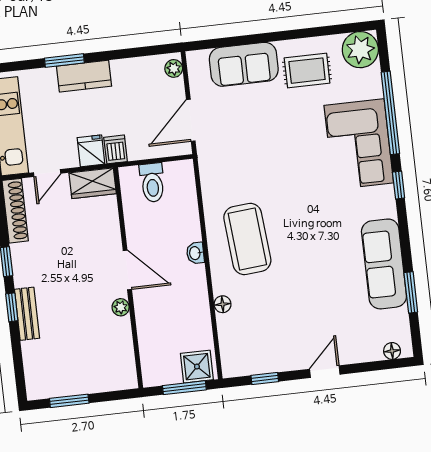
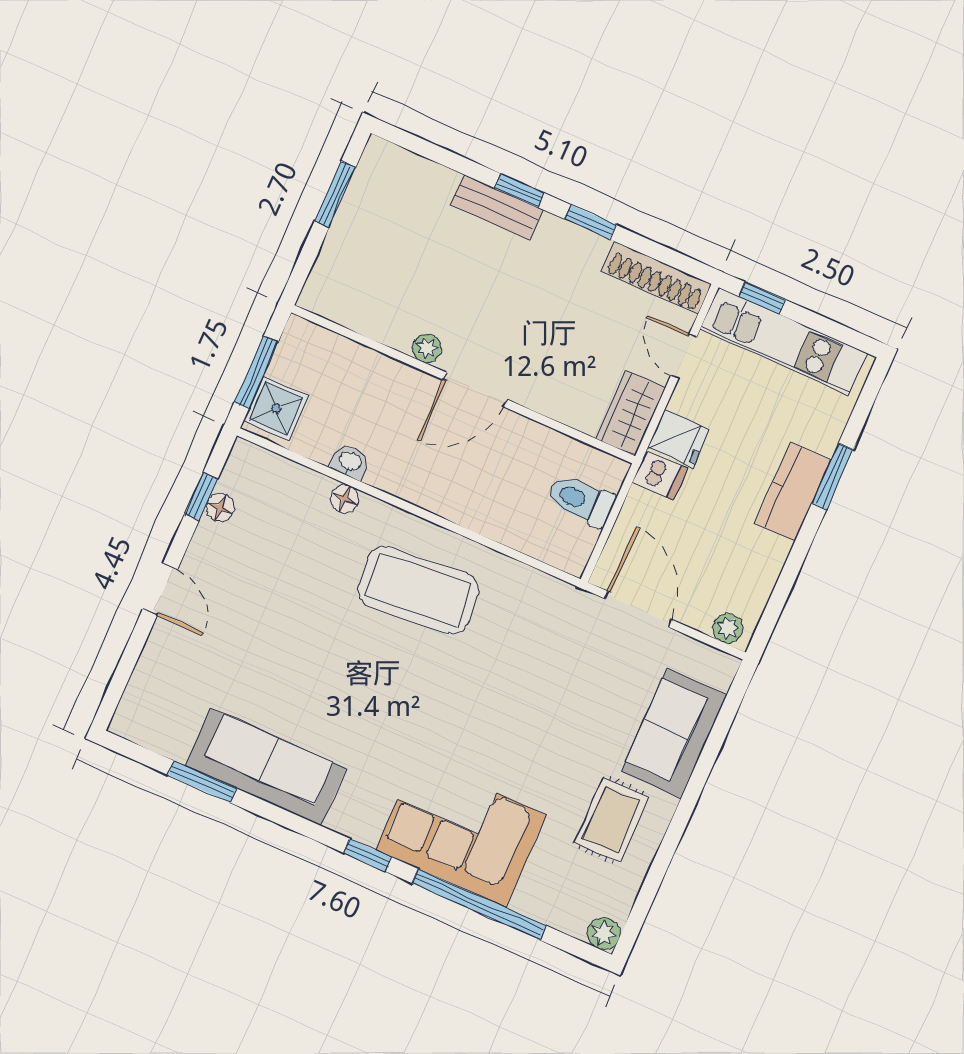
plant: (360, 50) -> (604, 934), width x0.53, depth x0.53
washbasin: (195, 253) -> (350, 462), moved
floor lamp: (392, 351) -> (220, 508), moved

